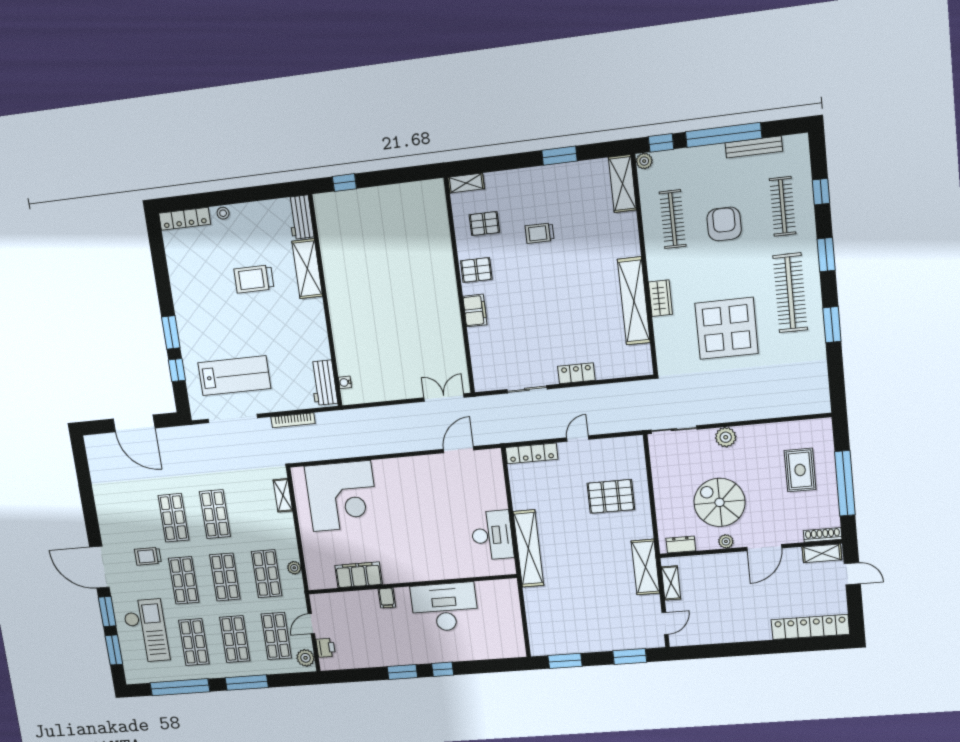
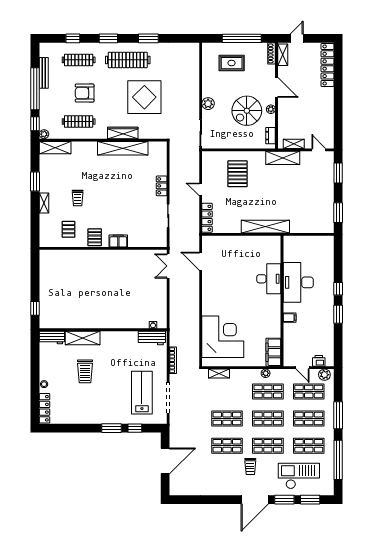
shelving: (466, 183) -> (44, 203), moved
wardrobe: (660, 298) -> (123, 133), width x1.50
desk: (492, 535) -> (269, 279), moved, turned 90
filing cabinet: (359, 575) -> (273, 352), moved

